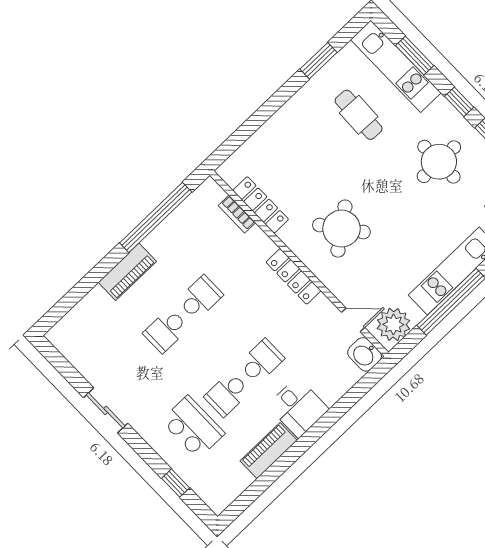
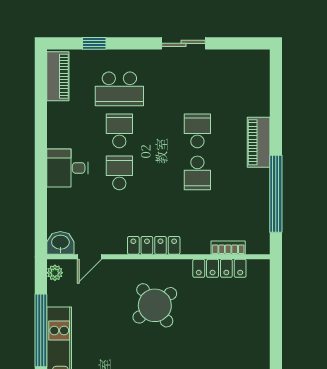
plant: (393, 324) -> (55, 273), width x0.53, depth x0.53
school desk: (261, 361) -> (119, 173), turned 180
piano: (269, 451) -> (58, 76), moved

